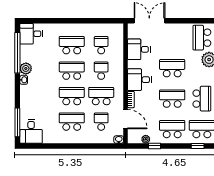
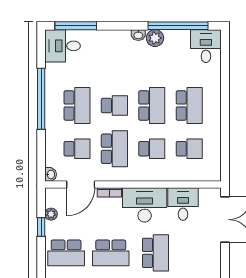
desk: (139, 80) -> (145, 205), width x1.37
school desk: (72, 96) -> (114, 106), width x0.54
school desk: (172, 99) -> (111, 253), turned 90
school desk: (172, 129) -> (66, 253), turned 90
window: (67, 146) -> (41, 99), added

